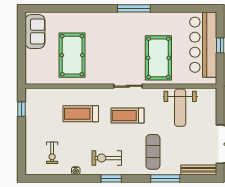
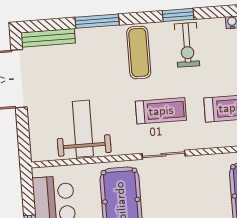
exercise mat: (153, 152) -> (139, 52), moved
exercise bike: (107, 158) -> (187, 45), turned 90

